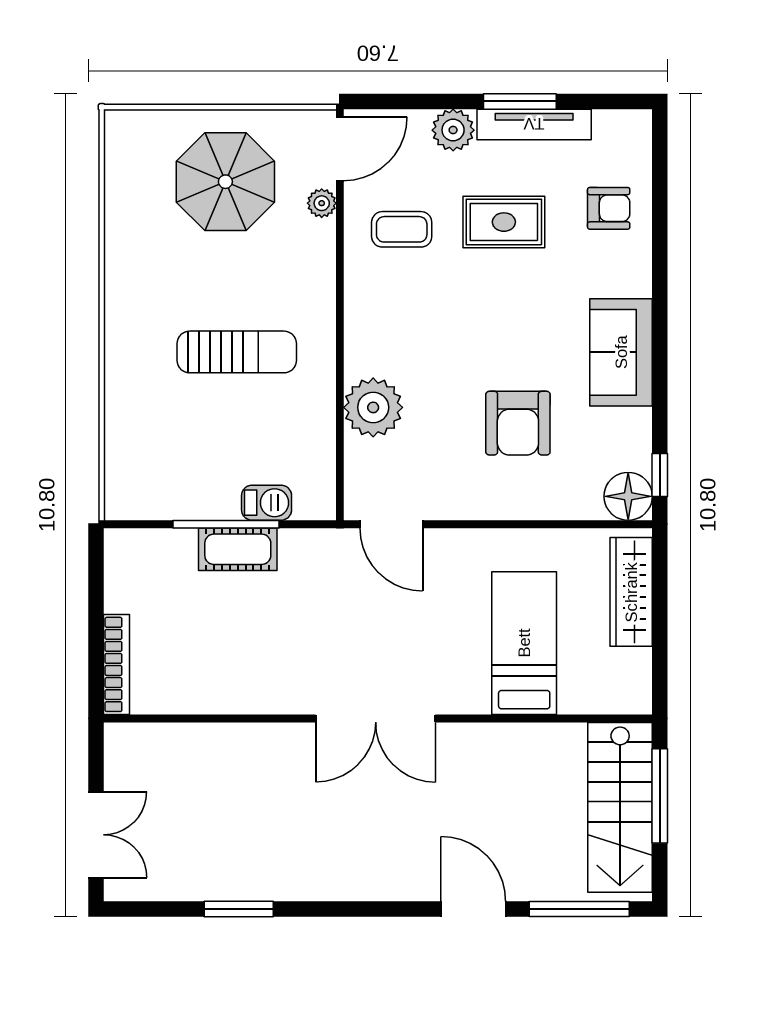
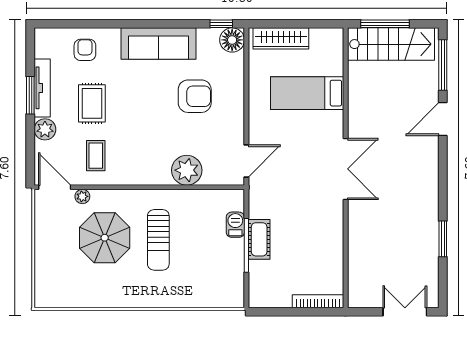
parasol: (225, 182) -> (105, 238), moved
sun lounger: (237, 352) -> (158, 240), turned 180
sofa: (621, 352) -> (159, 44), width x1.36

